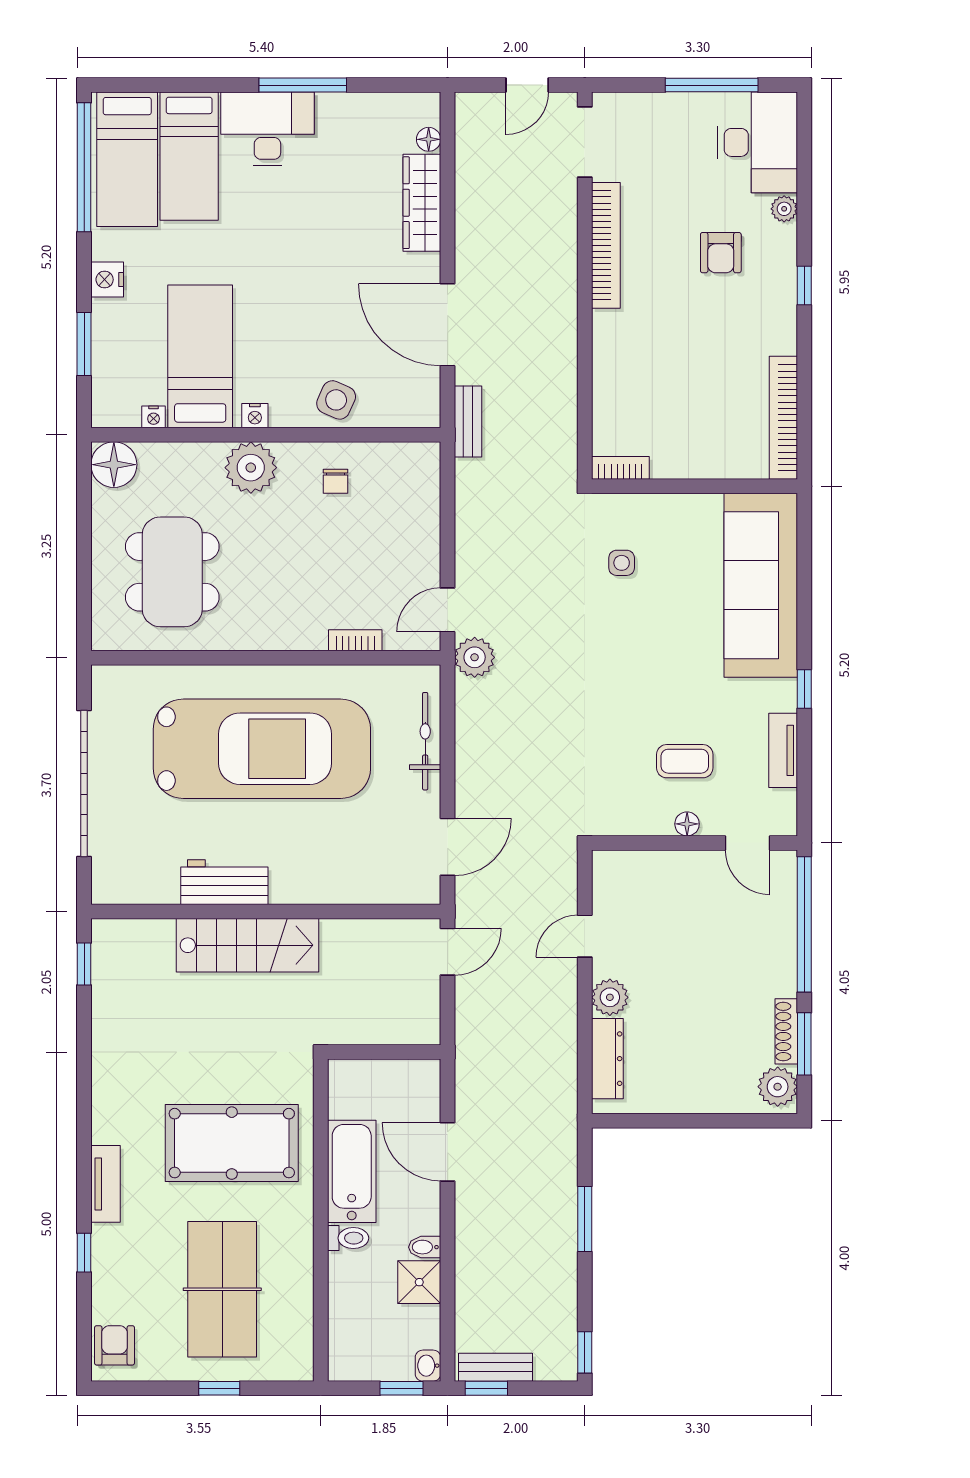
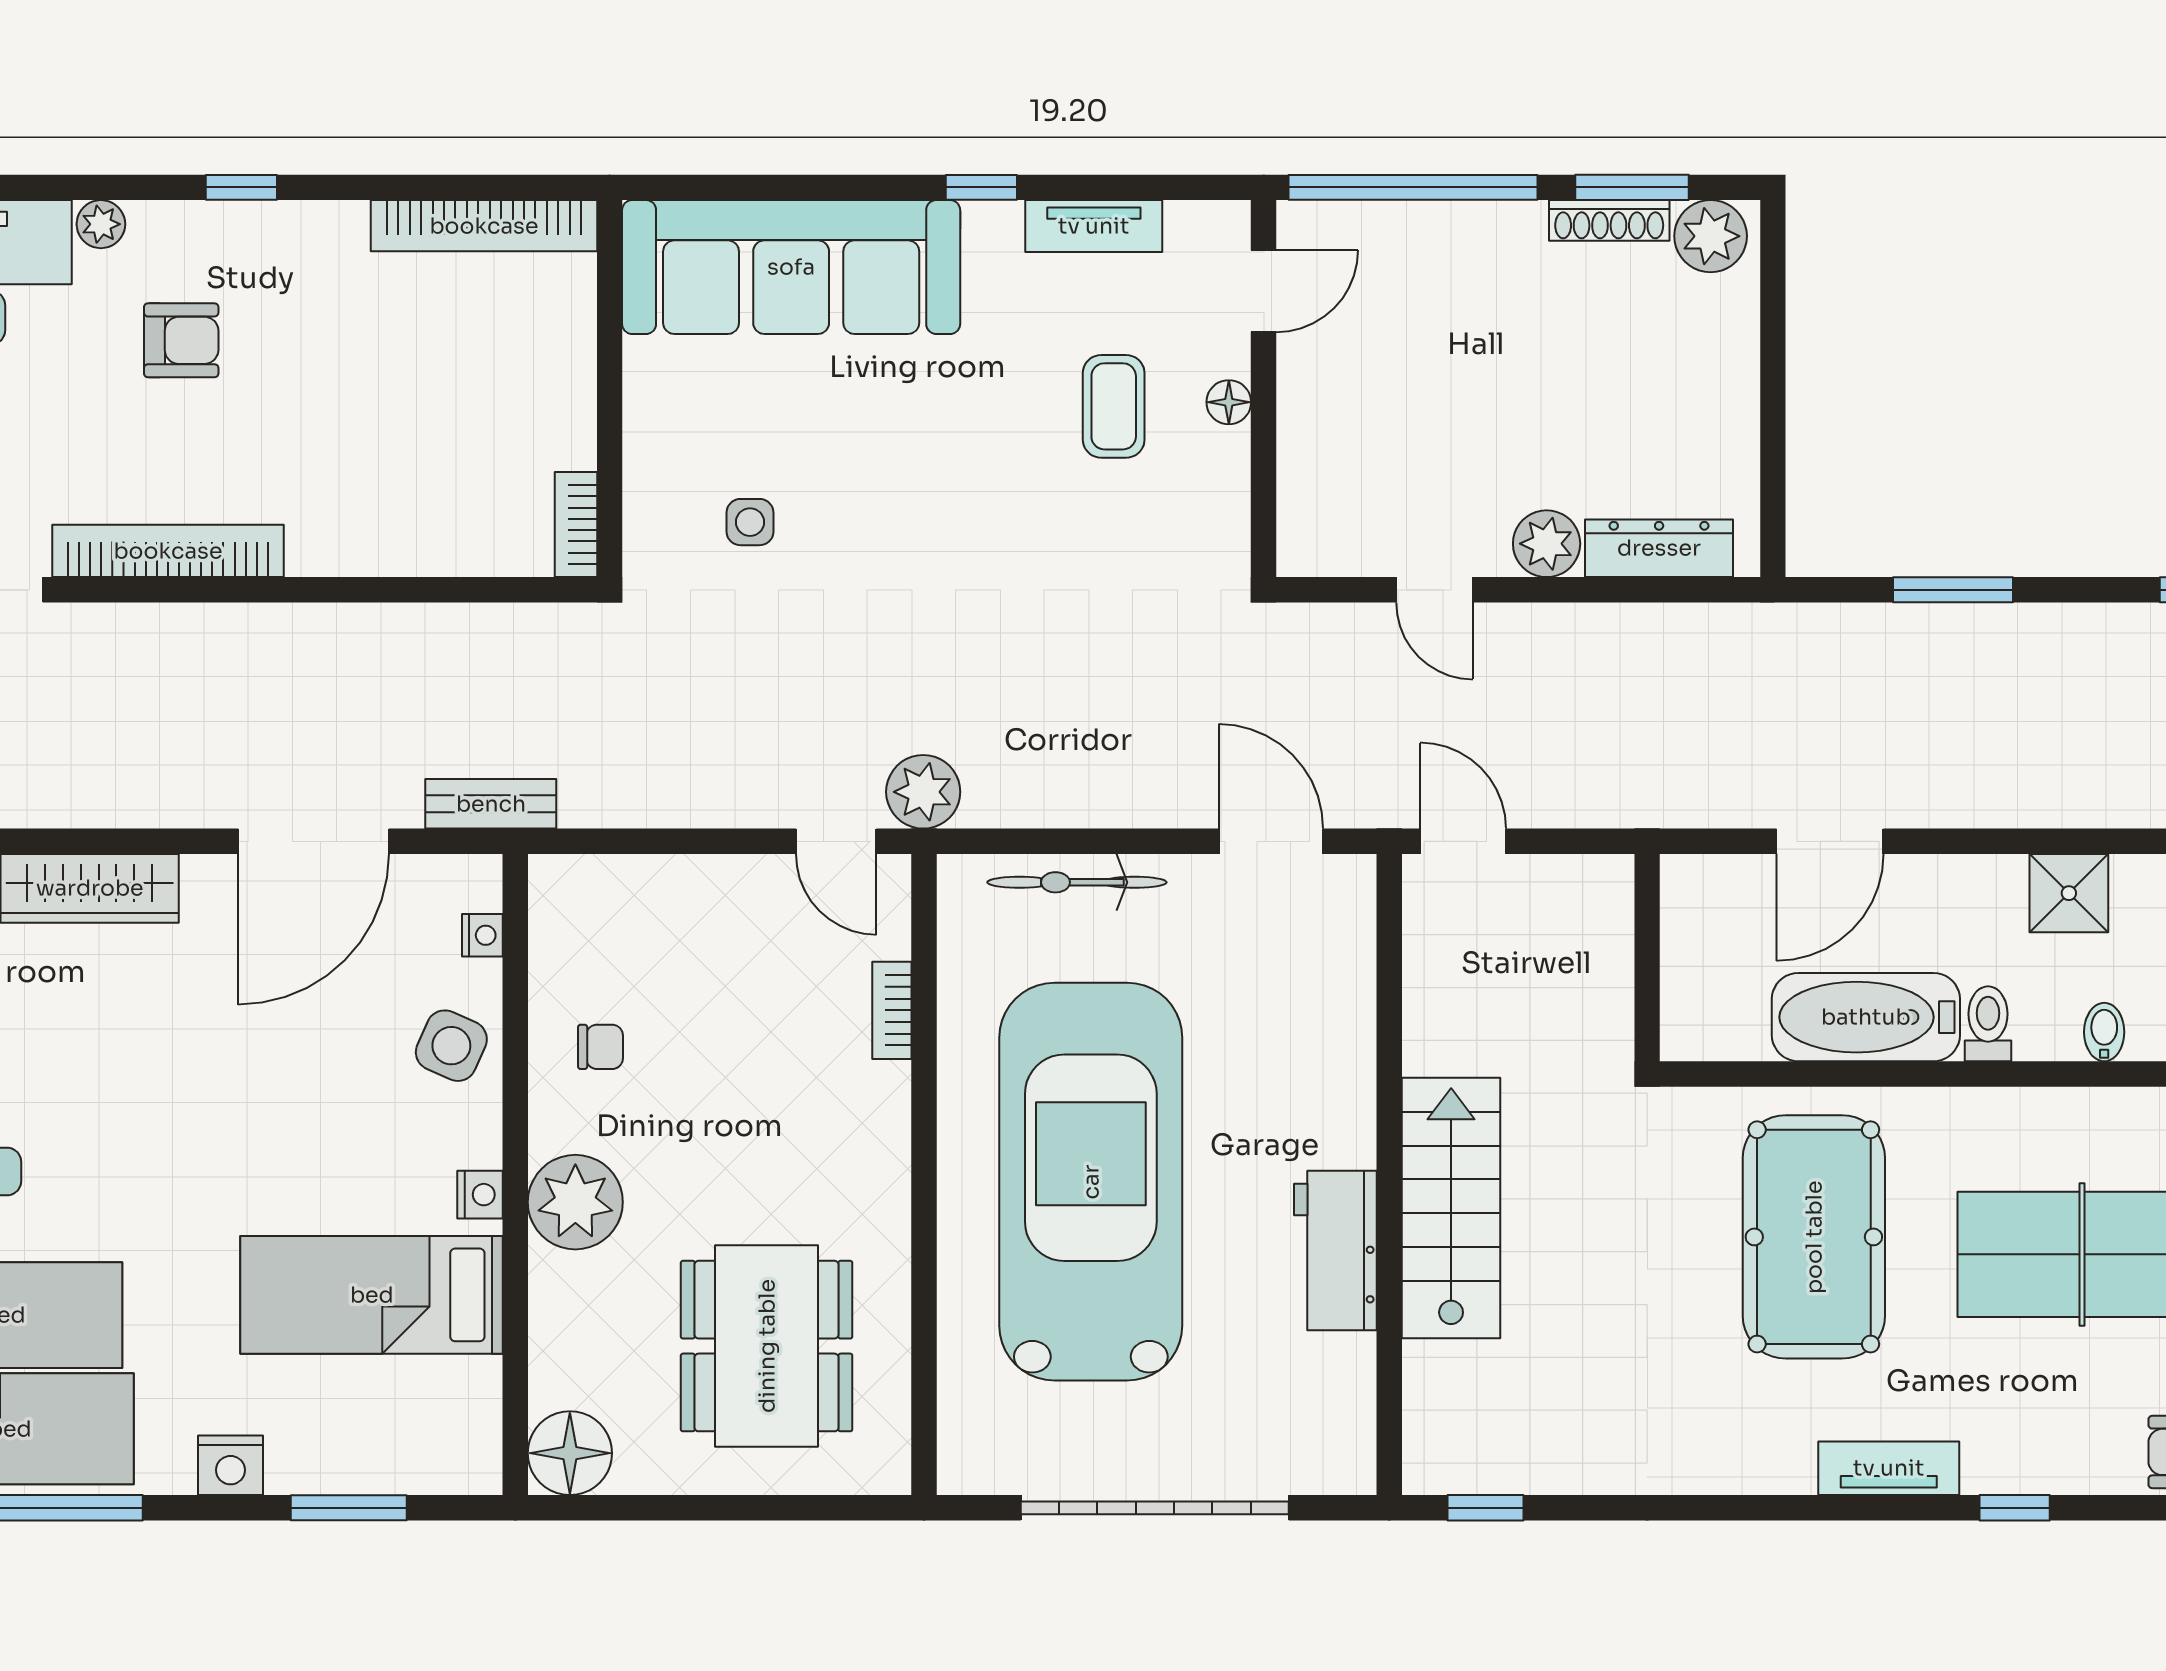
nightstand: (154, 417) -> (482, 935), moved
dining table: (172, 572) -> (767, 1346), turned 90
bidet: (425, 1247) -> (2104, 1032), moved, turned 180

